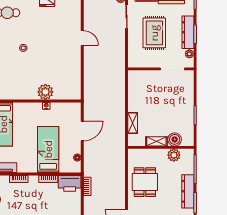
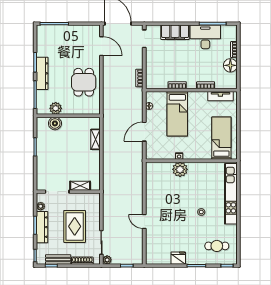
shelving: (156, 141) -> (80, 186), moved
printer: (70, 183) -> (156, 81), removed

